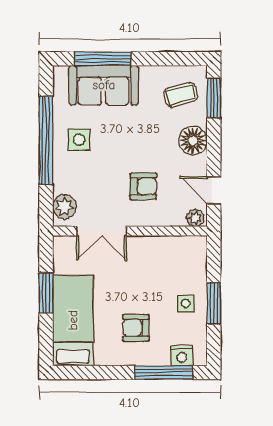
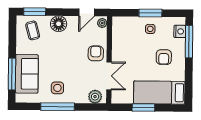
window: (46, 140) -> (58, 107), width x0.68
armchair: (143, 186) -> (96, 53), moved

